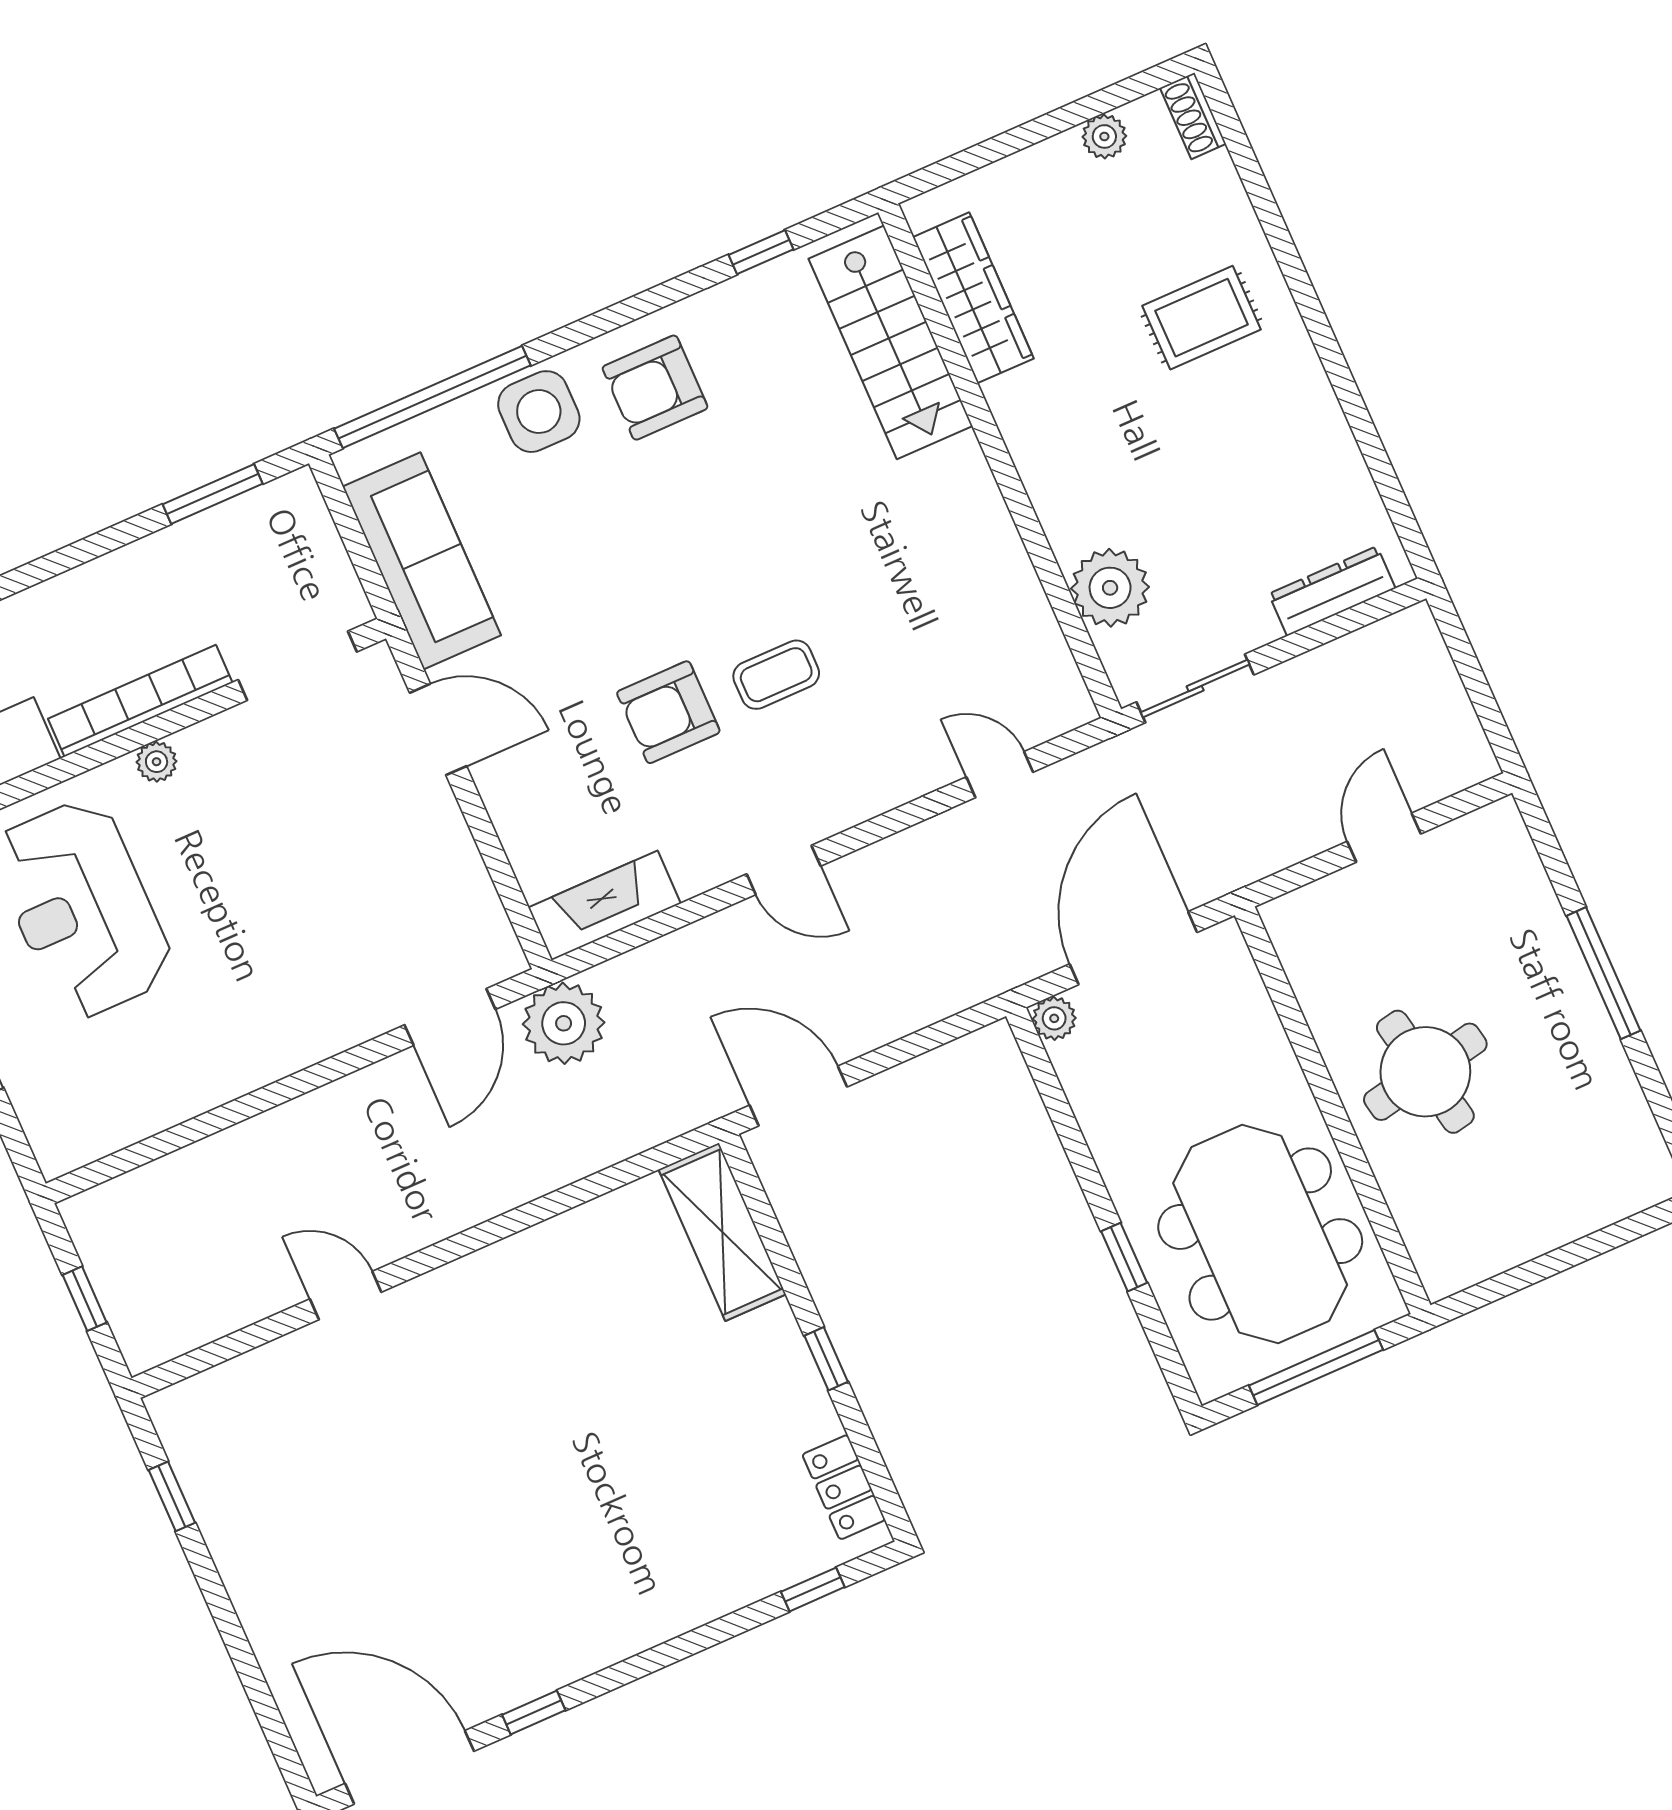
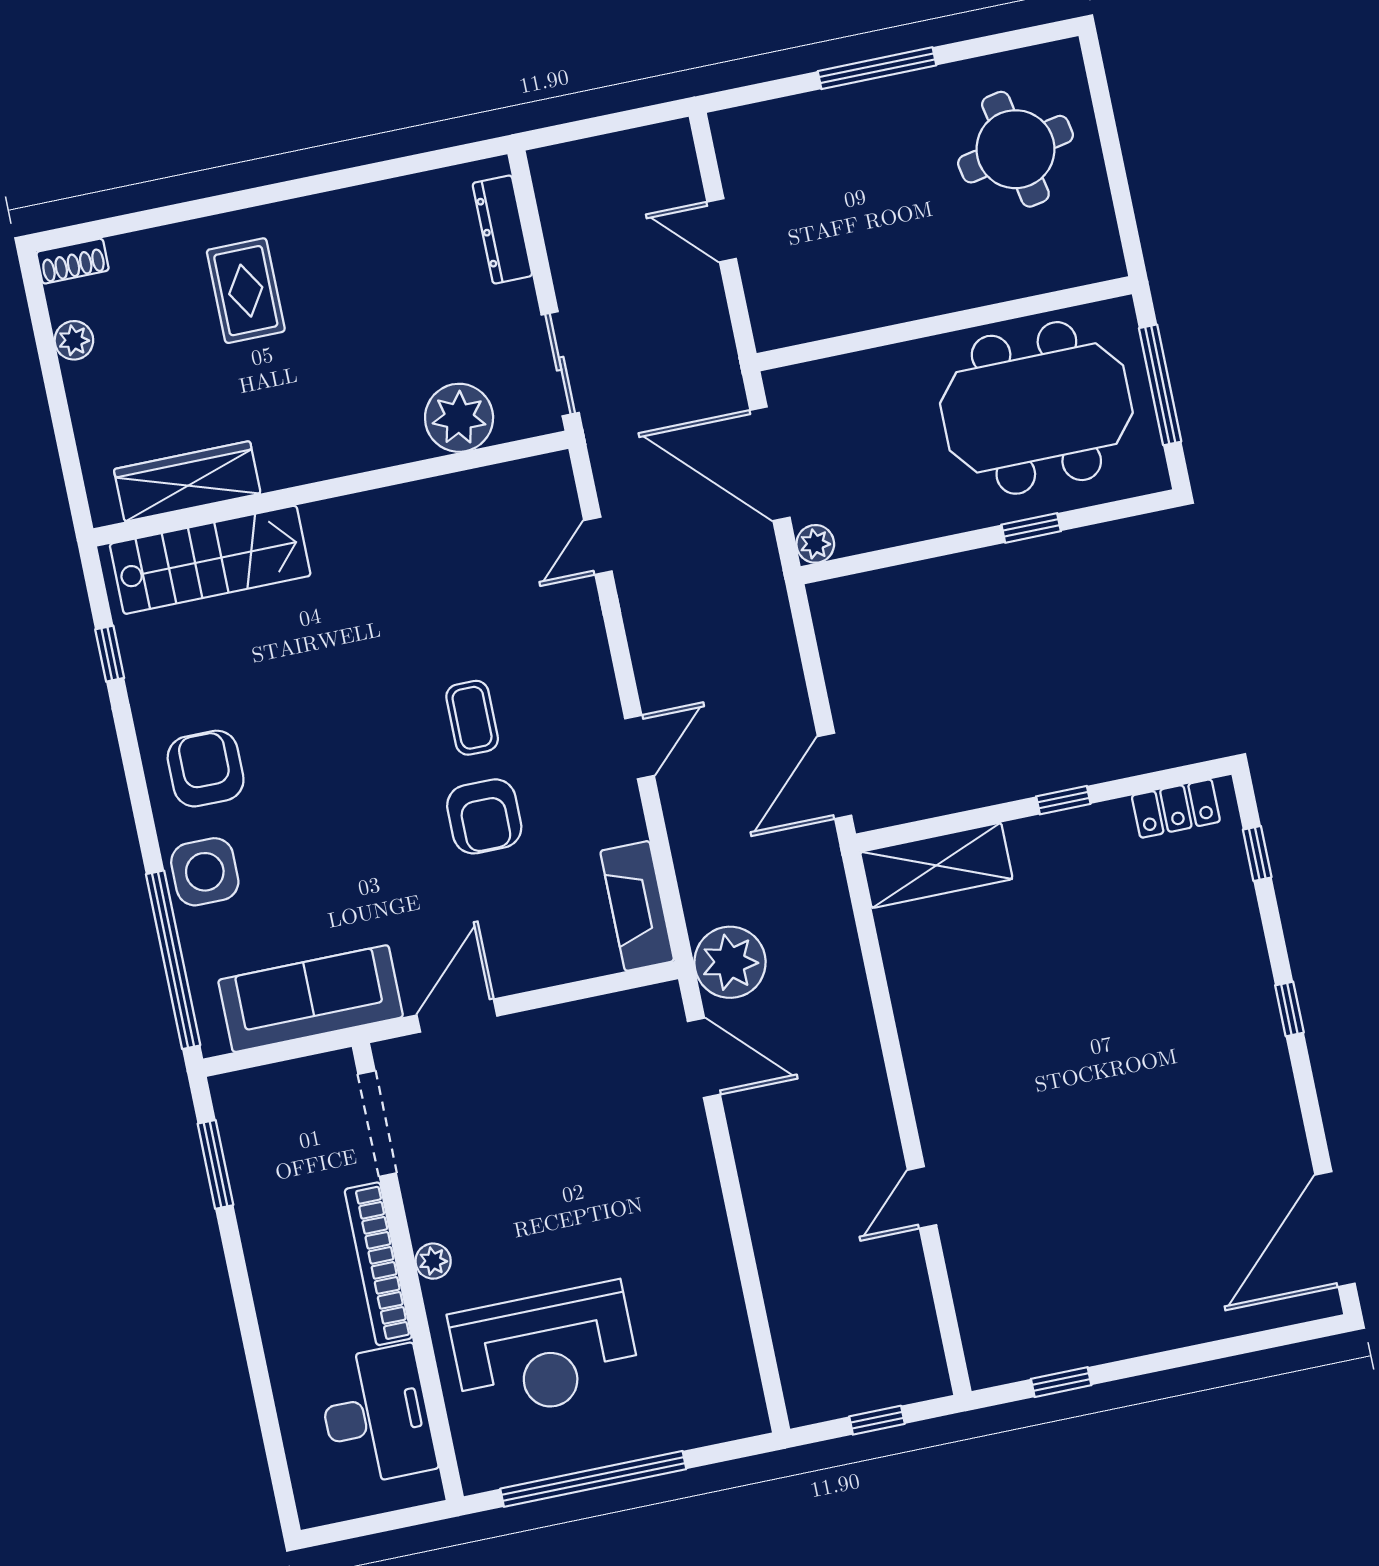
armchair: (655, 388) -> (206, 769), turned 180
round table: (1425, 1072) -> (1015, 149), moved
window: (534, 1713) -> (1289, 1009), moved

